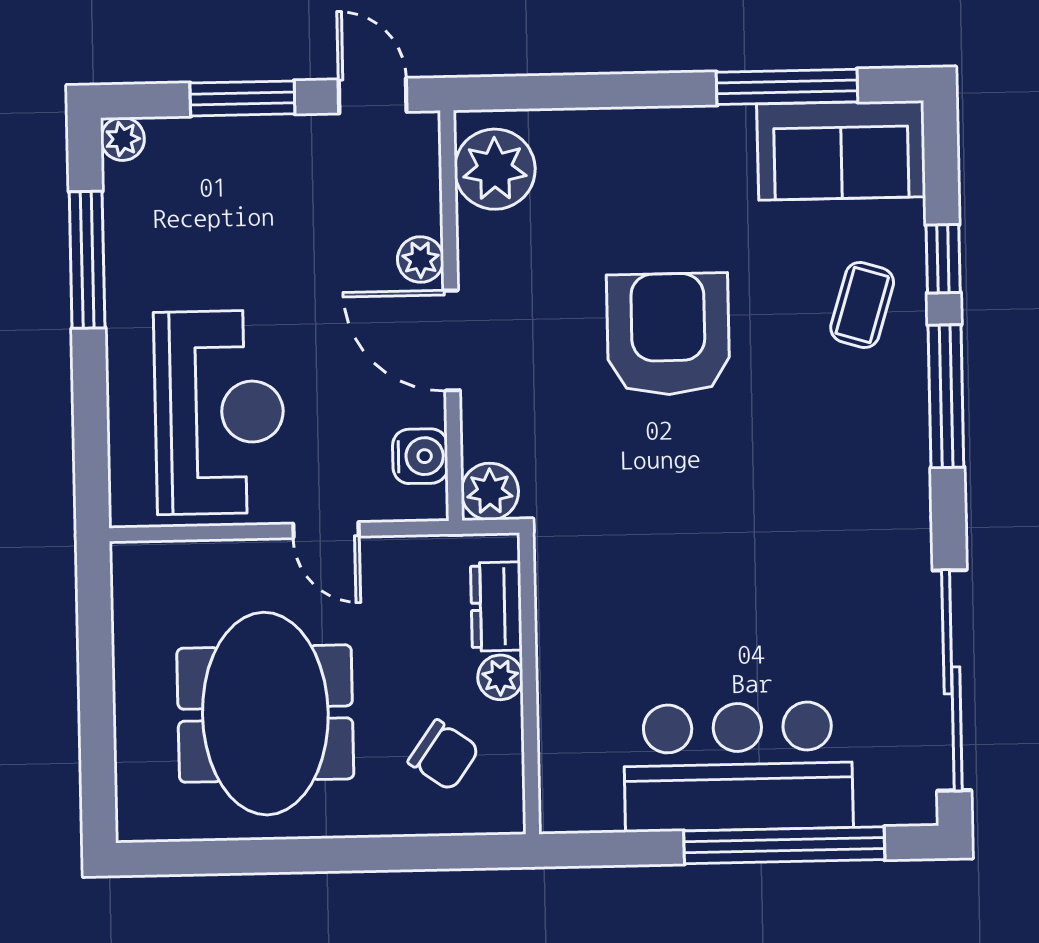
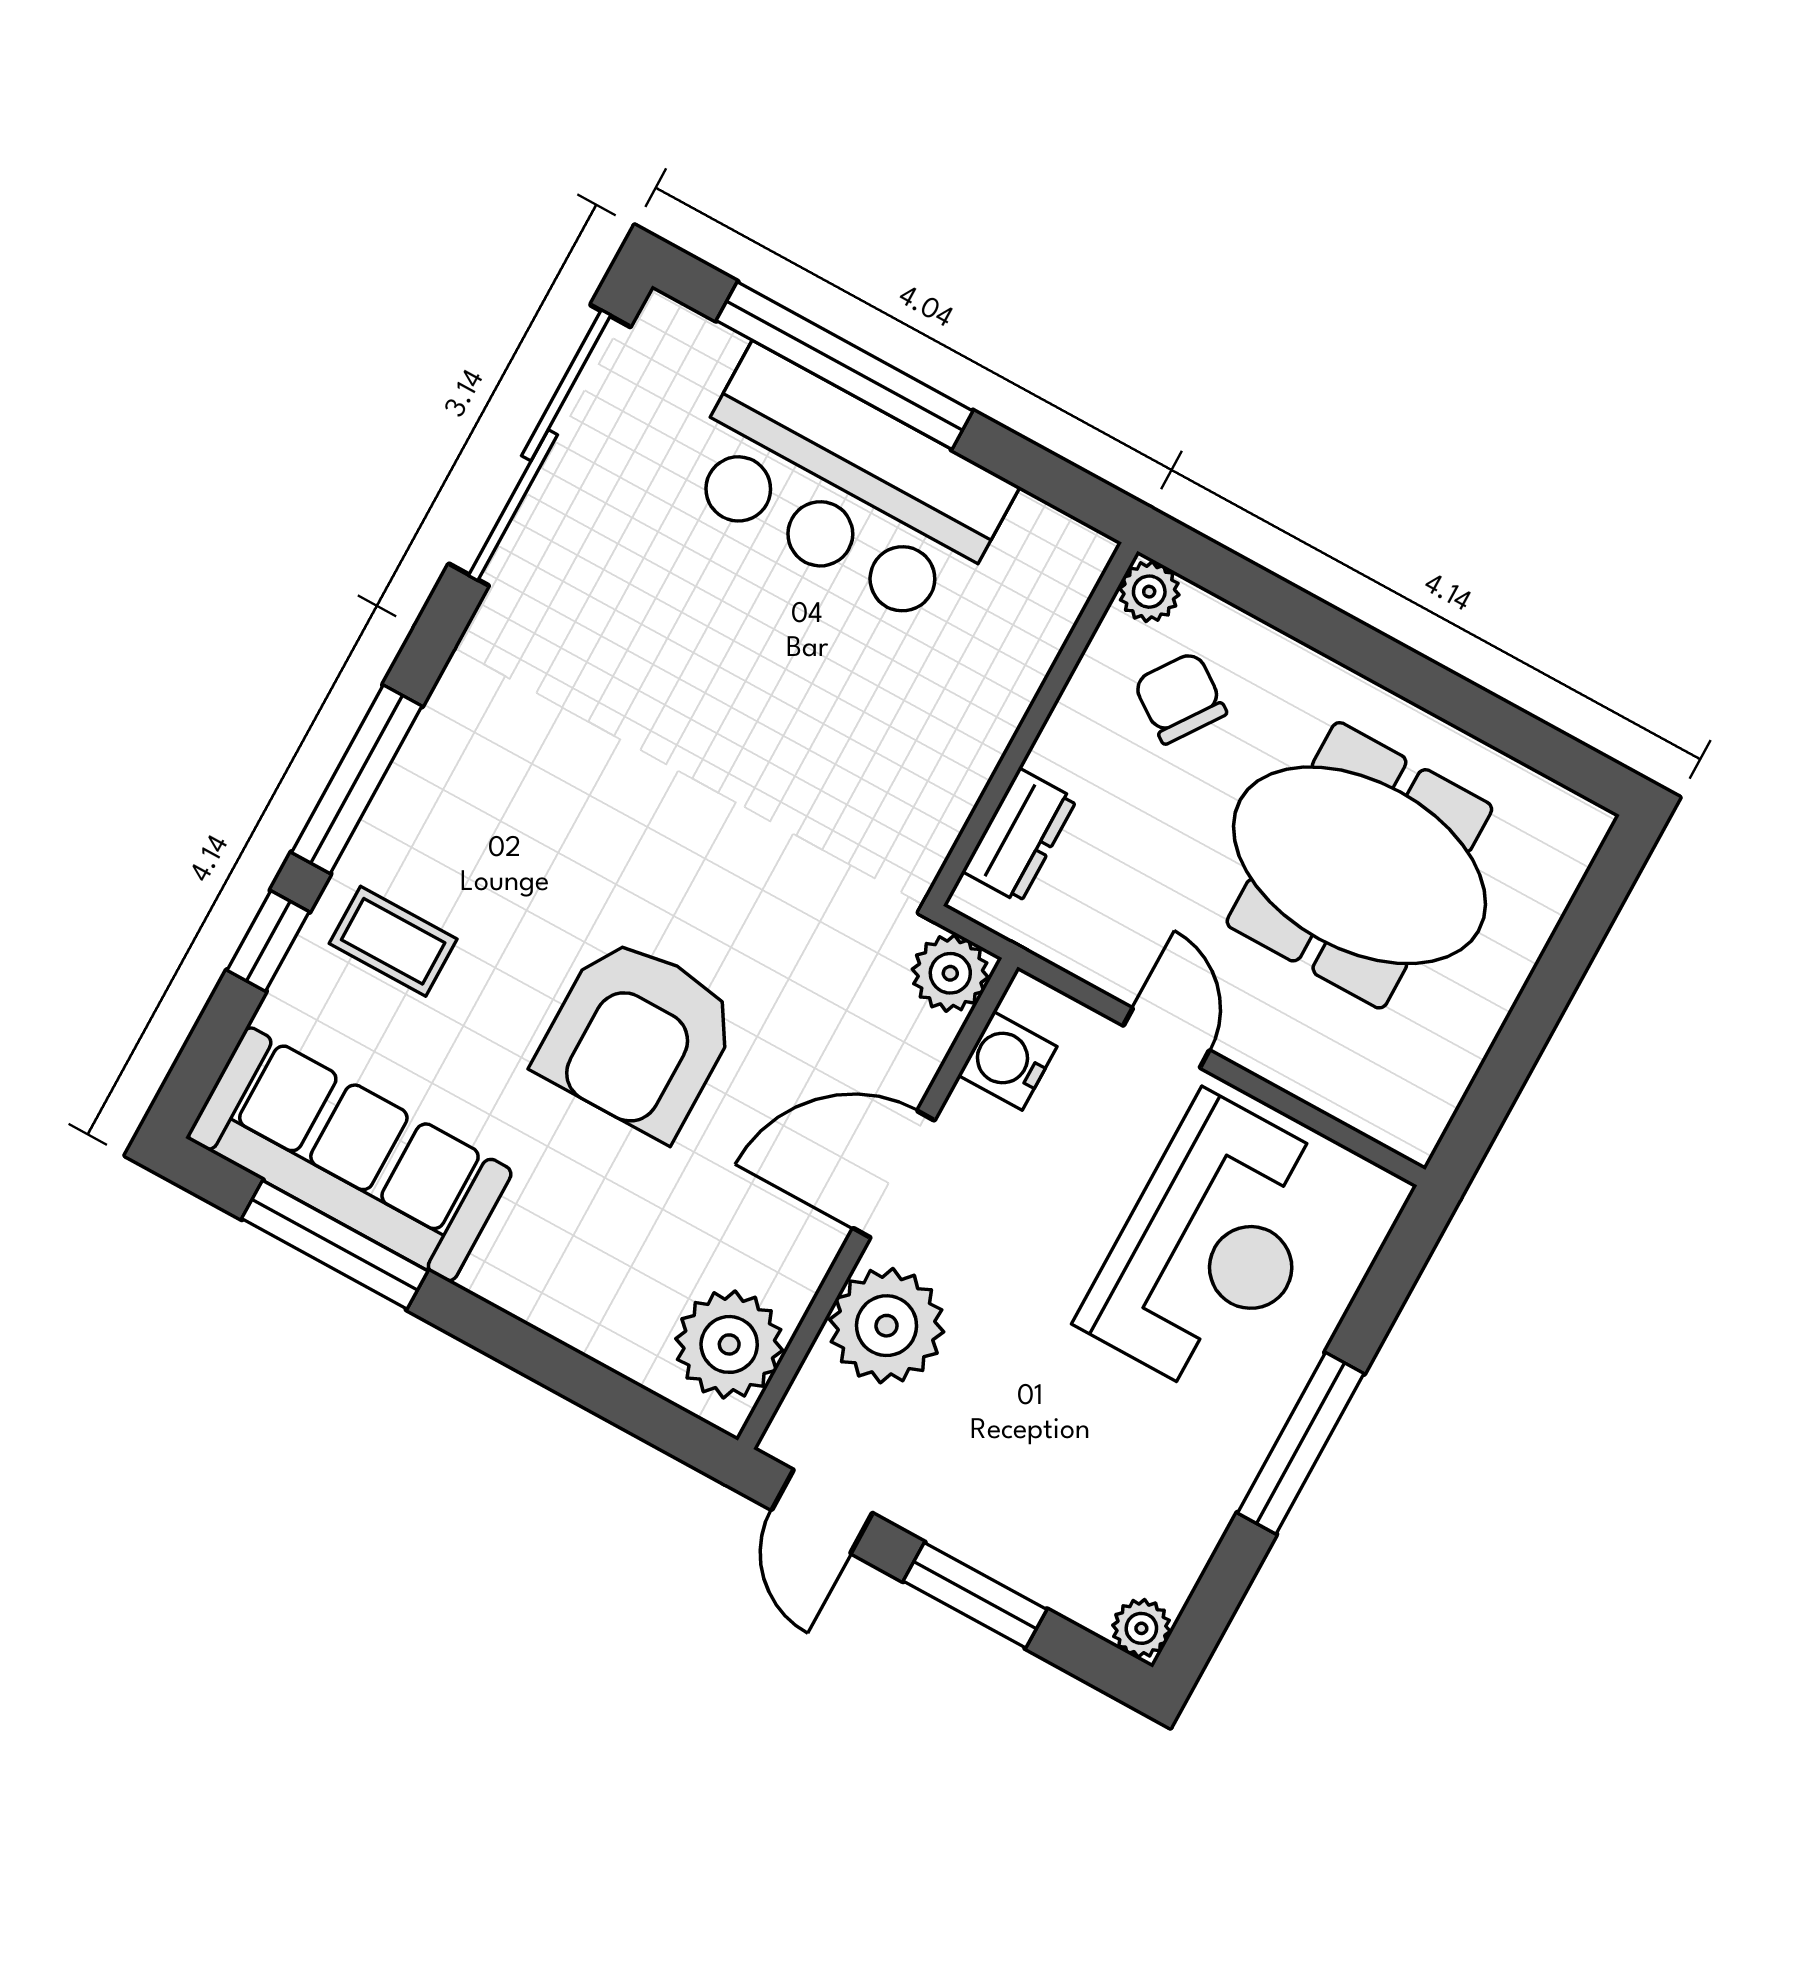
sofa: (841, 150) -> (350, 1154), width x1.36
window: (87, 260) -> (1301, 1443), moved
plant: (420, 260) -> (887, 1326), width x1.88, depth x1.88
coffee table: (862, 305) -> (393, 941), turned 73
door: (452, 341) -> (894, 1174), swing flipped
reception desk: (219, 412) -> (1212, 1246), turned 180
plant: (500, 677) -> (1149, 592), moved
meeting table: (265, 714) -> (1359, 865), turned 90

